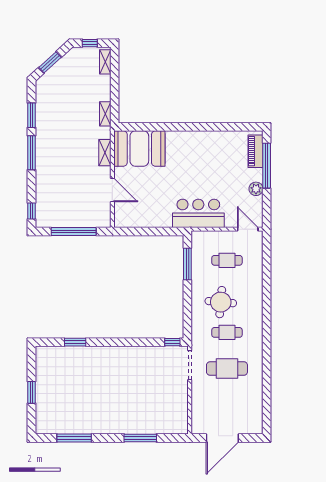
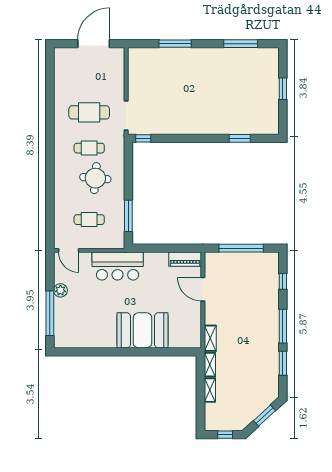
shelving: (105, 62) -> (210, 390), moved
booth: (139, 149) -> (143, 330), moved
piano: (255, 151) -> (185, 259), moved, turned 90
shelving: (105, 153) -> (210, 338), moved
window: (31, 211) -> (283, 281), moved

